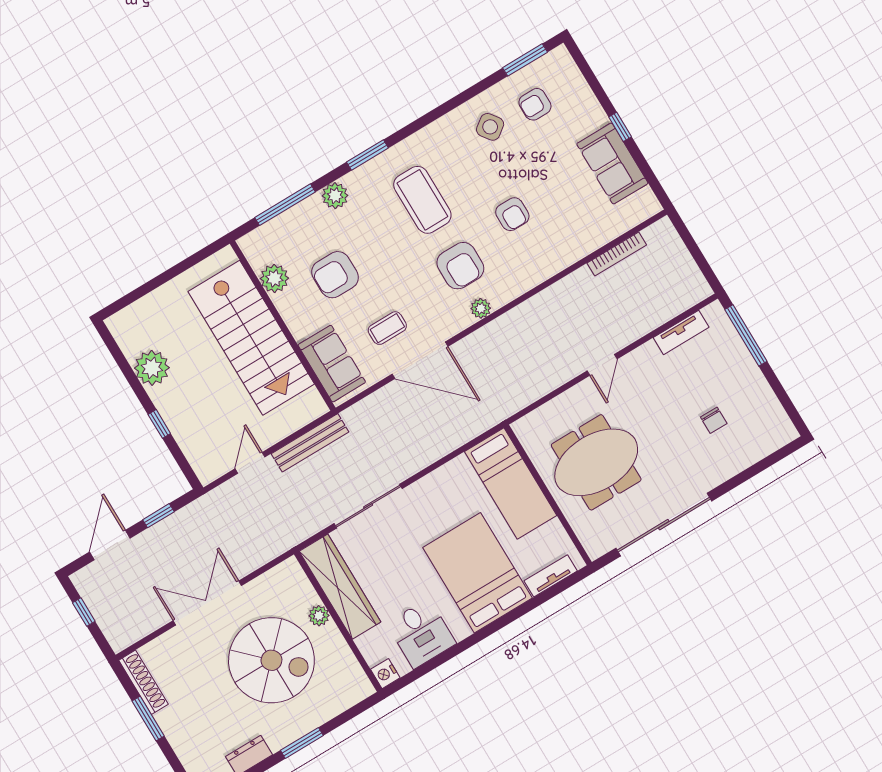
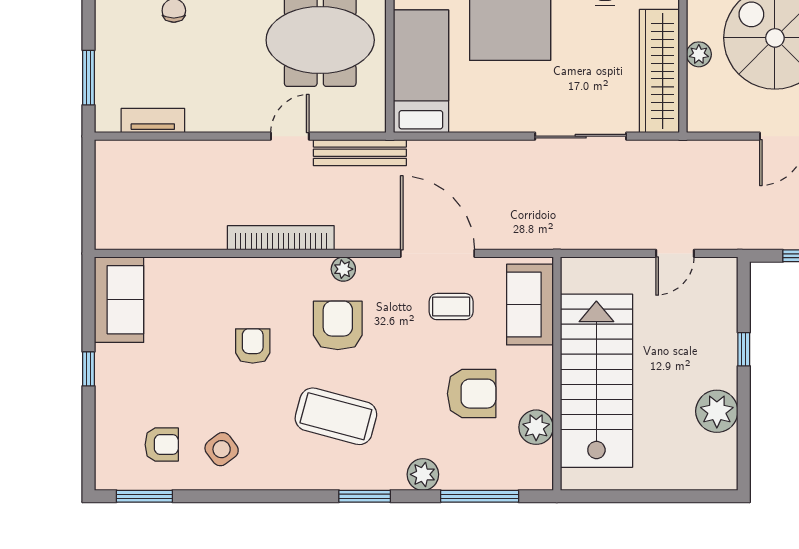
sofa: (612, 164) -> (119, 300), moved
coffee table: (422, 200) -> (336, 416), turned -75
bookcase: (617, 254) -> (281, 238), moved, width x1.48, depth x1.31
window: (746, 335) -> (88, 78), width x0.69
door: (602, 365) -> (290, 136), moved
bench: (310, 443) -> (360, 153), moved

